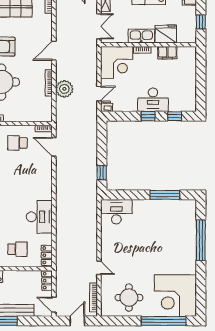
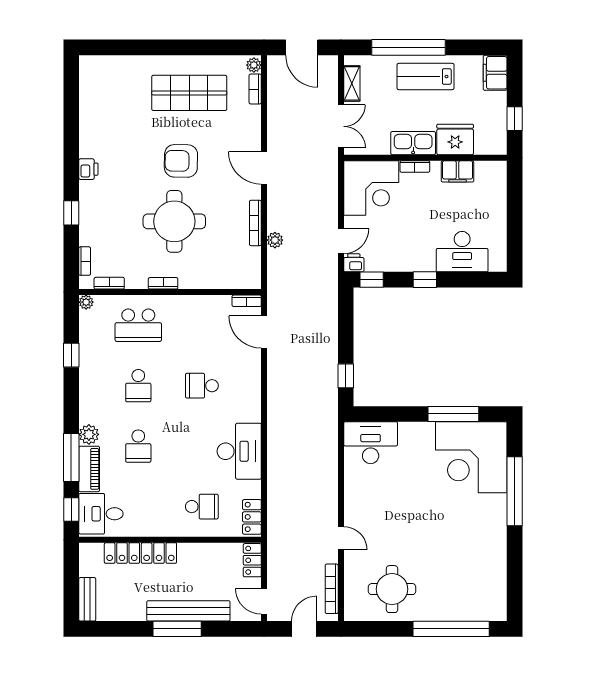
door: (54, 51) -> (264, 168), hinge flipped
plant: (64, 89) -> (275, 240), width x0.53, depth x0.53
desk: (153, 100) -> (462, 252), moved
window: (175, 116) -> (372, 280), moved
school desk: (17, 143) -> (202, 386), moved
corner desk: (175, 296) -> (471, 457), moved

